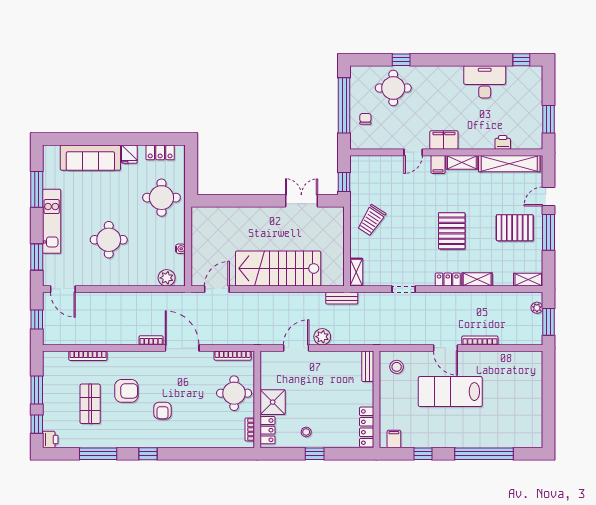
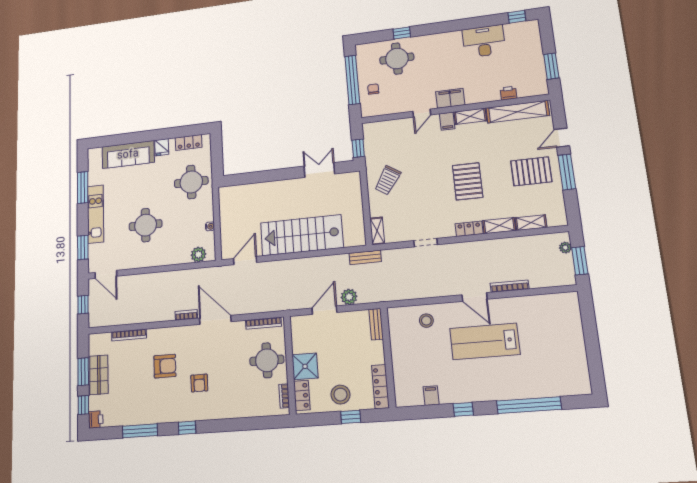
shelving: (528, 280) -> (531, 223), moved
bench: (368, 366) -> (376, 324), moved
wall: (376, 399) -> (388, 357), moved
shop shelf: (90, 404) -> (99, 375), moved
locker: (367, 427) -> (380, 387), moved
stool: (306, 432) -> (340, 395), width x1.89, depth x1.89

